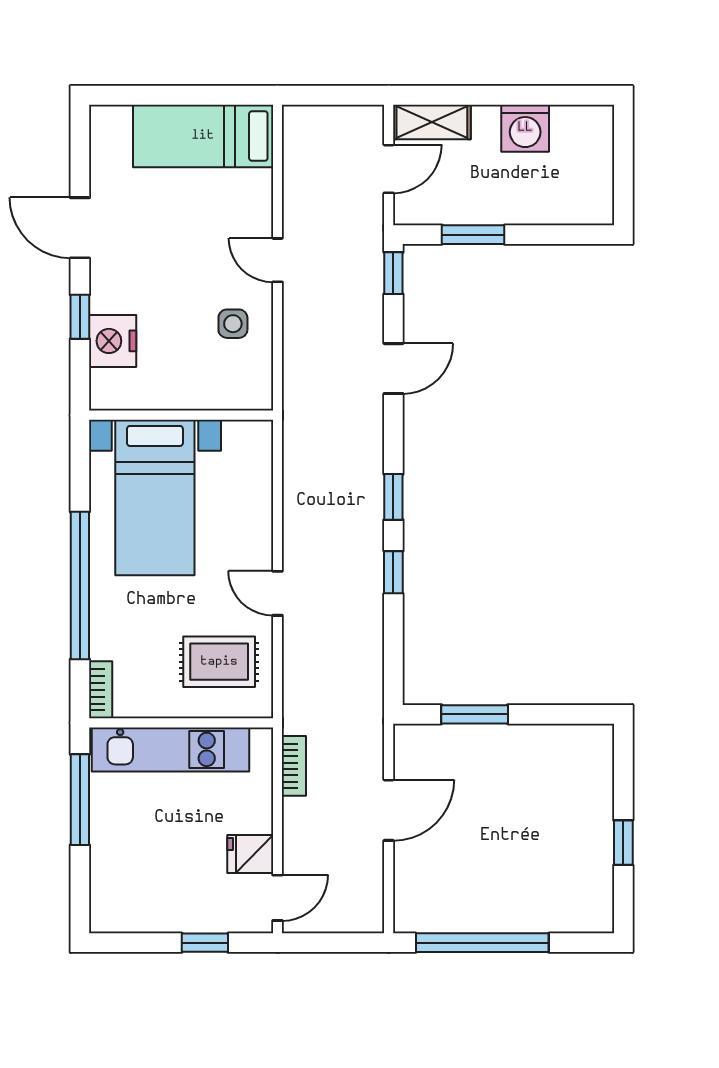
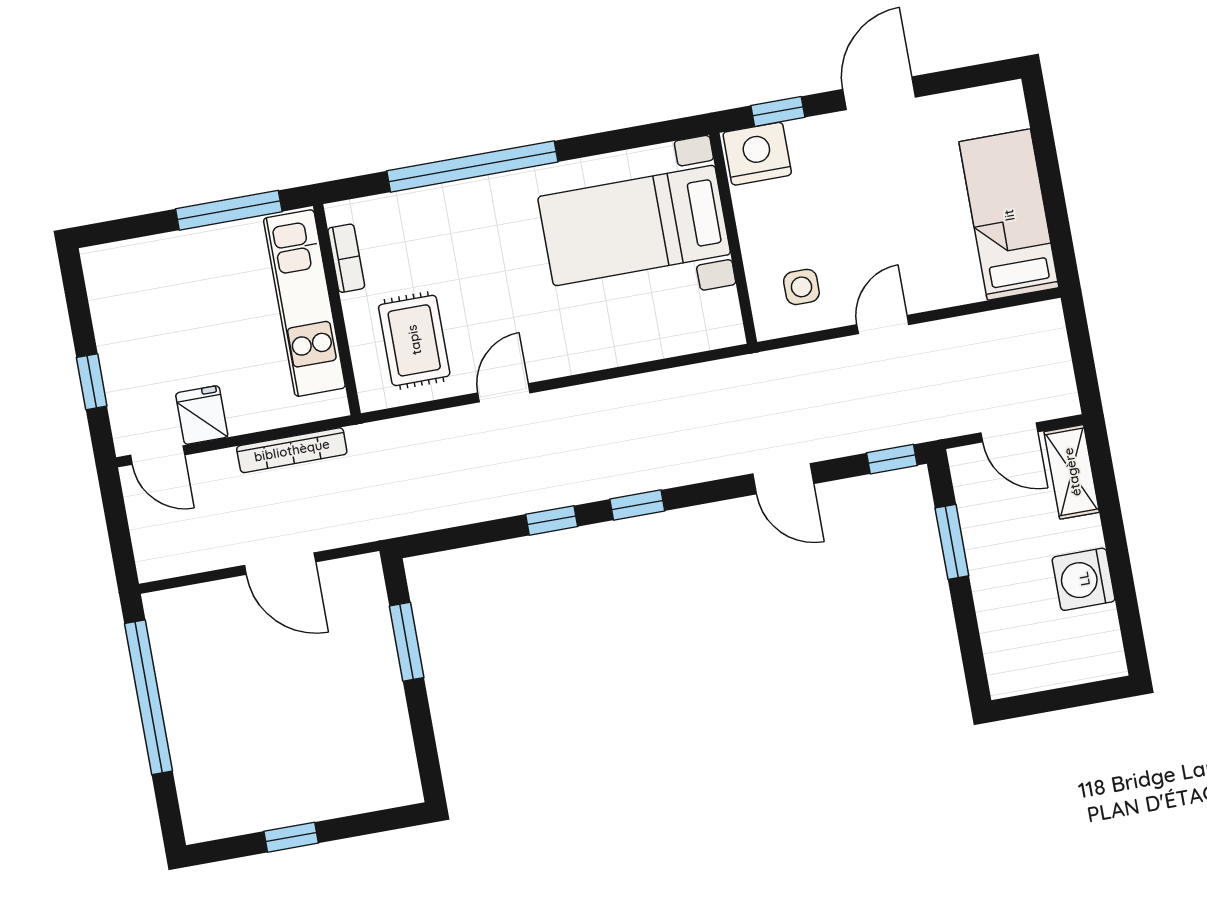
wall: (181, 415) -> (733, 238), moved
bed with nightstands: (155, 498) -> (634, 226), moved
bookcase: (101, 690) -> (346, 258), moved, turned -90
bookcase: (294, 766) -> (292, 450), width x1.56

